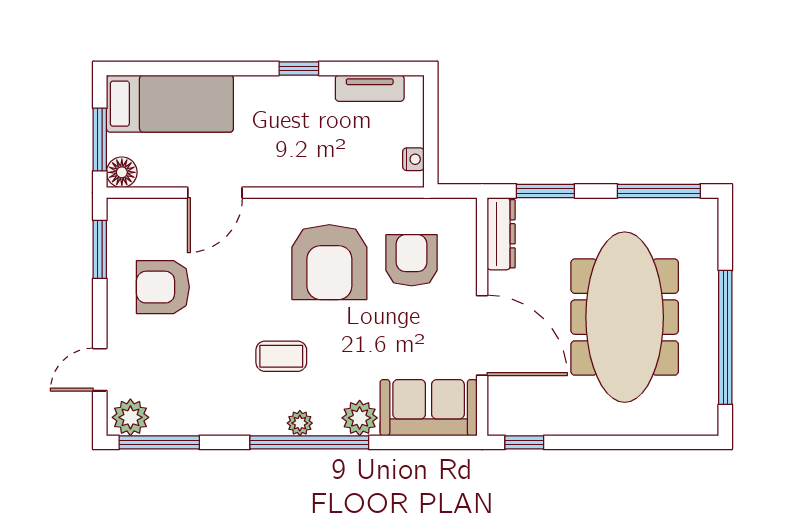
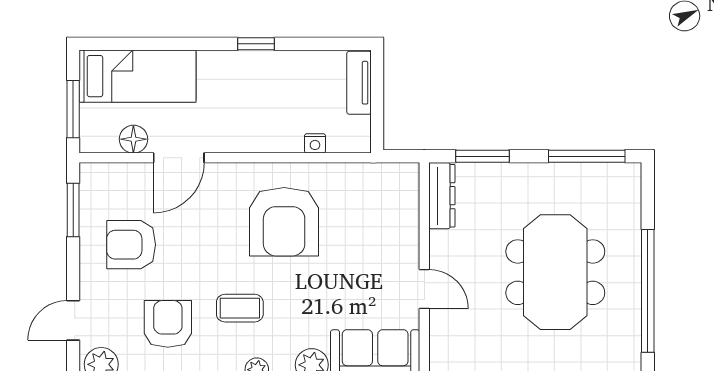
tv unit: (370, 88) -> (359, 83), moved, turned 90
nightstand: (413, 159) -> (315, 143), moved, turned 90
floor lamp: (122, 172) -> (133, 139), moved
armchair: (412, 260) -> (168, 324), moved
meeting table: (625, 317) -> (555, 272), width x0.73
door: (482, 335) -> (424, 289), width x0.53

